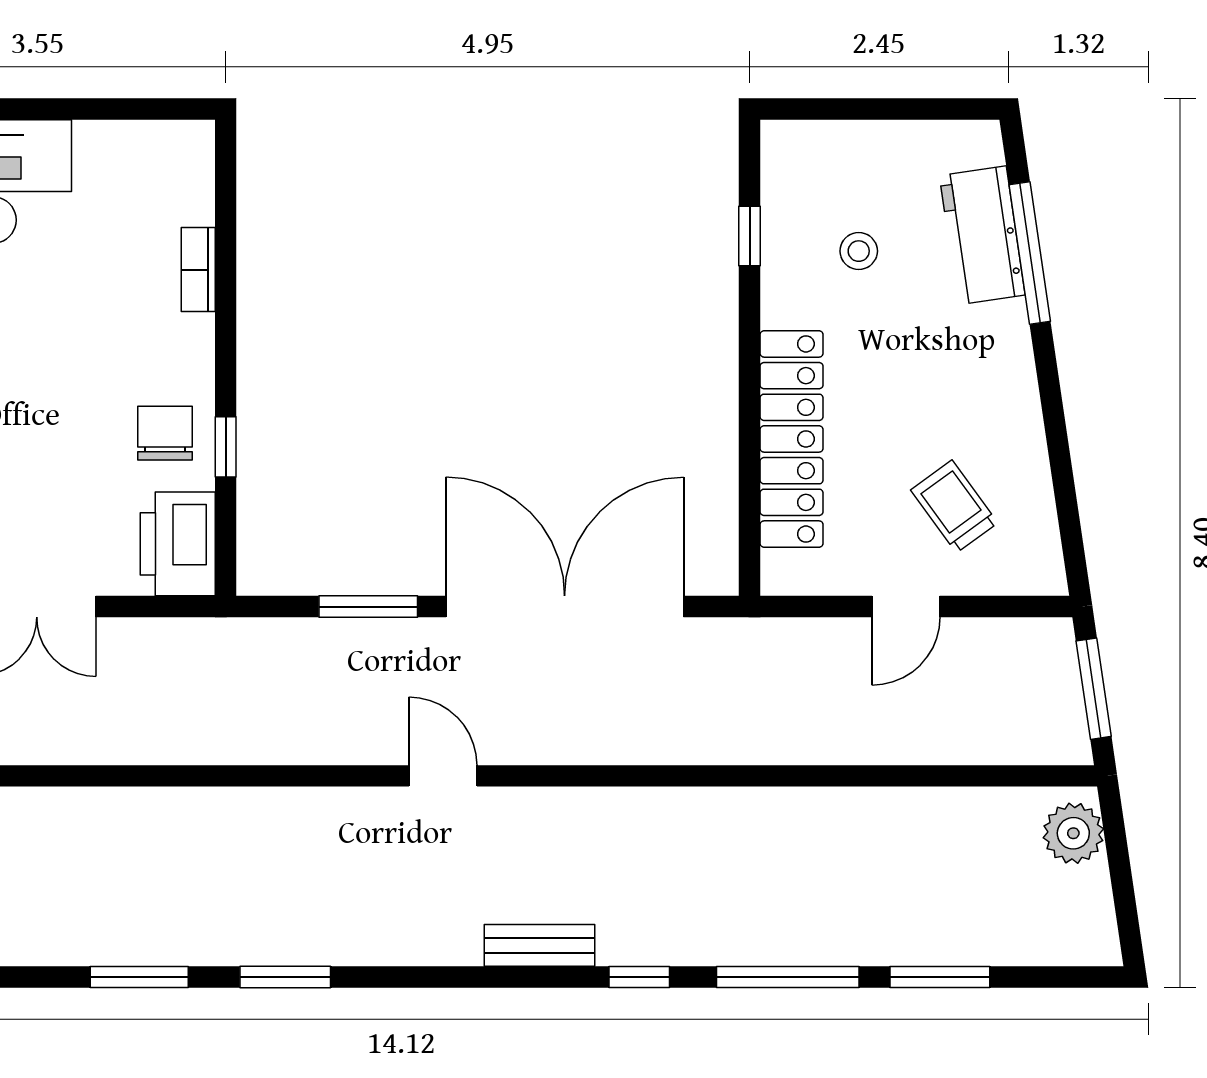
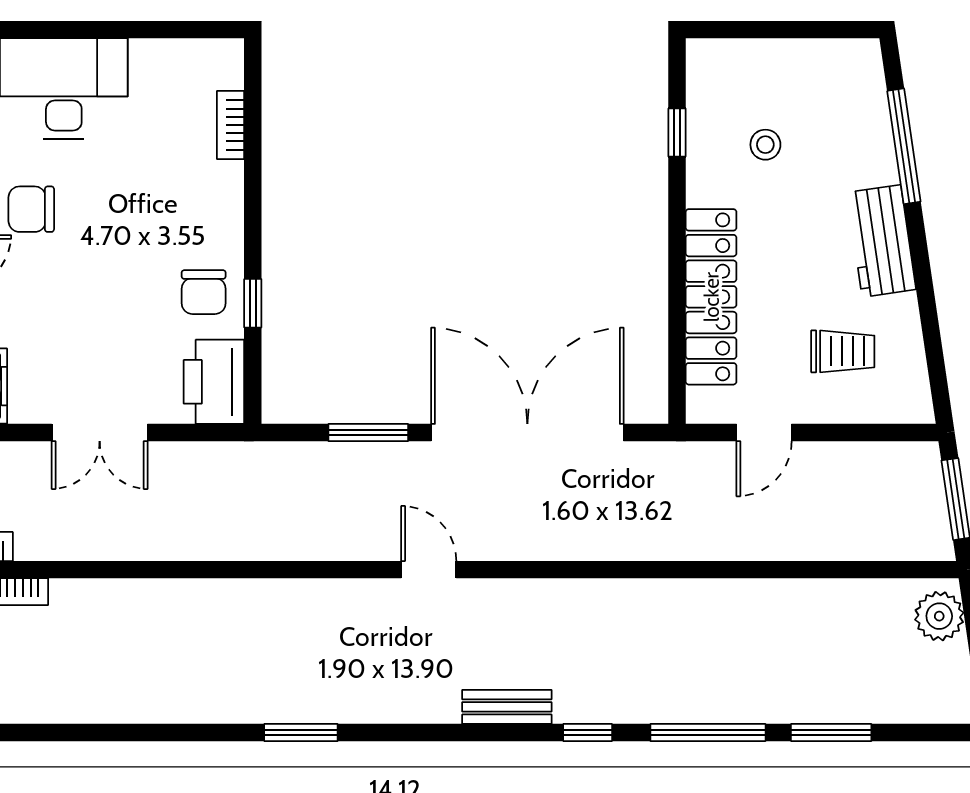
workbench: (982, 235) -> (881, 241), moved
bookcase: (198, 270) -> (231, 125), moved
chair: (165, 433) -> (204, 292), turned 180
trolley: (954, 506) -> (843, 351), turned 126
door: (906, 607) -> (764, 433), moved
window: (139, 977) -> (183, 733), removed

